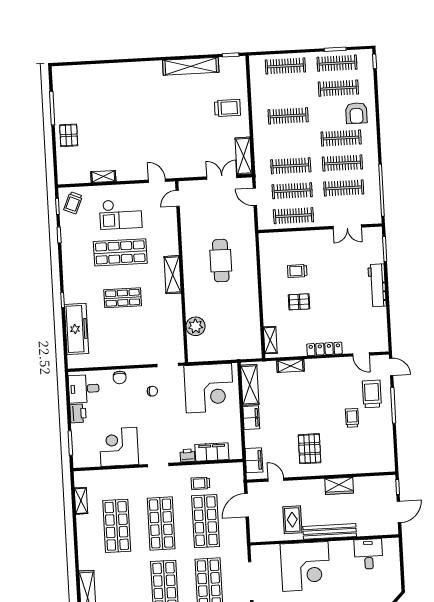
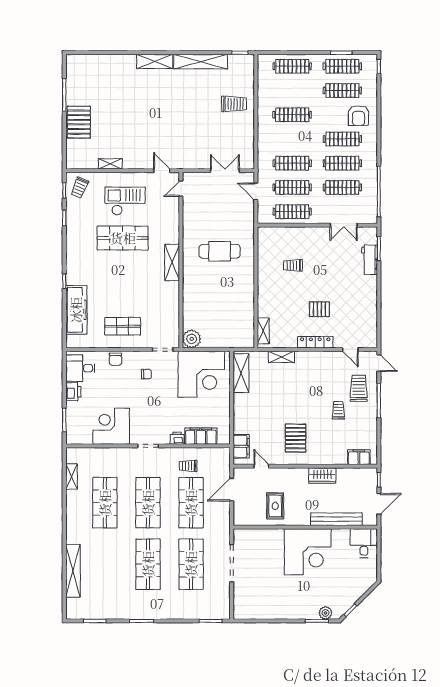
pallet: (69, 135) -> (79, 122), width x1.50, depth x1.42
shelving: (244, 156) -> (155, 61), moved, turned 90
checkout: (121, 214) -> (125, 201), turned 180
cafe table: (221, 261) -> (220, 251), turned 90
workbench: (377, 285) -> (370, 260), moved, width x0.73
shop shelf: (123, 298) -> (123, 326), moved
pallet: (299, 302) -> (319, 309), moved
plant: (196, 326) -> (192, 339), moved
filing cabinet: (251, 418) -> (359, 457), moved, turned -90
bench: (330, 531) -> (336, 519), moved
desk: (368, 554) -> (364, 543), moved
corner desk: (305, 566) -> (308, 552), moved

